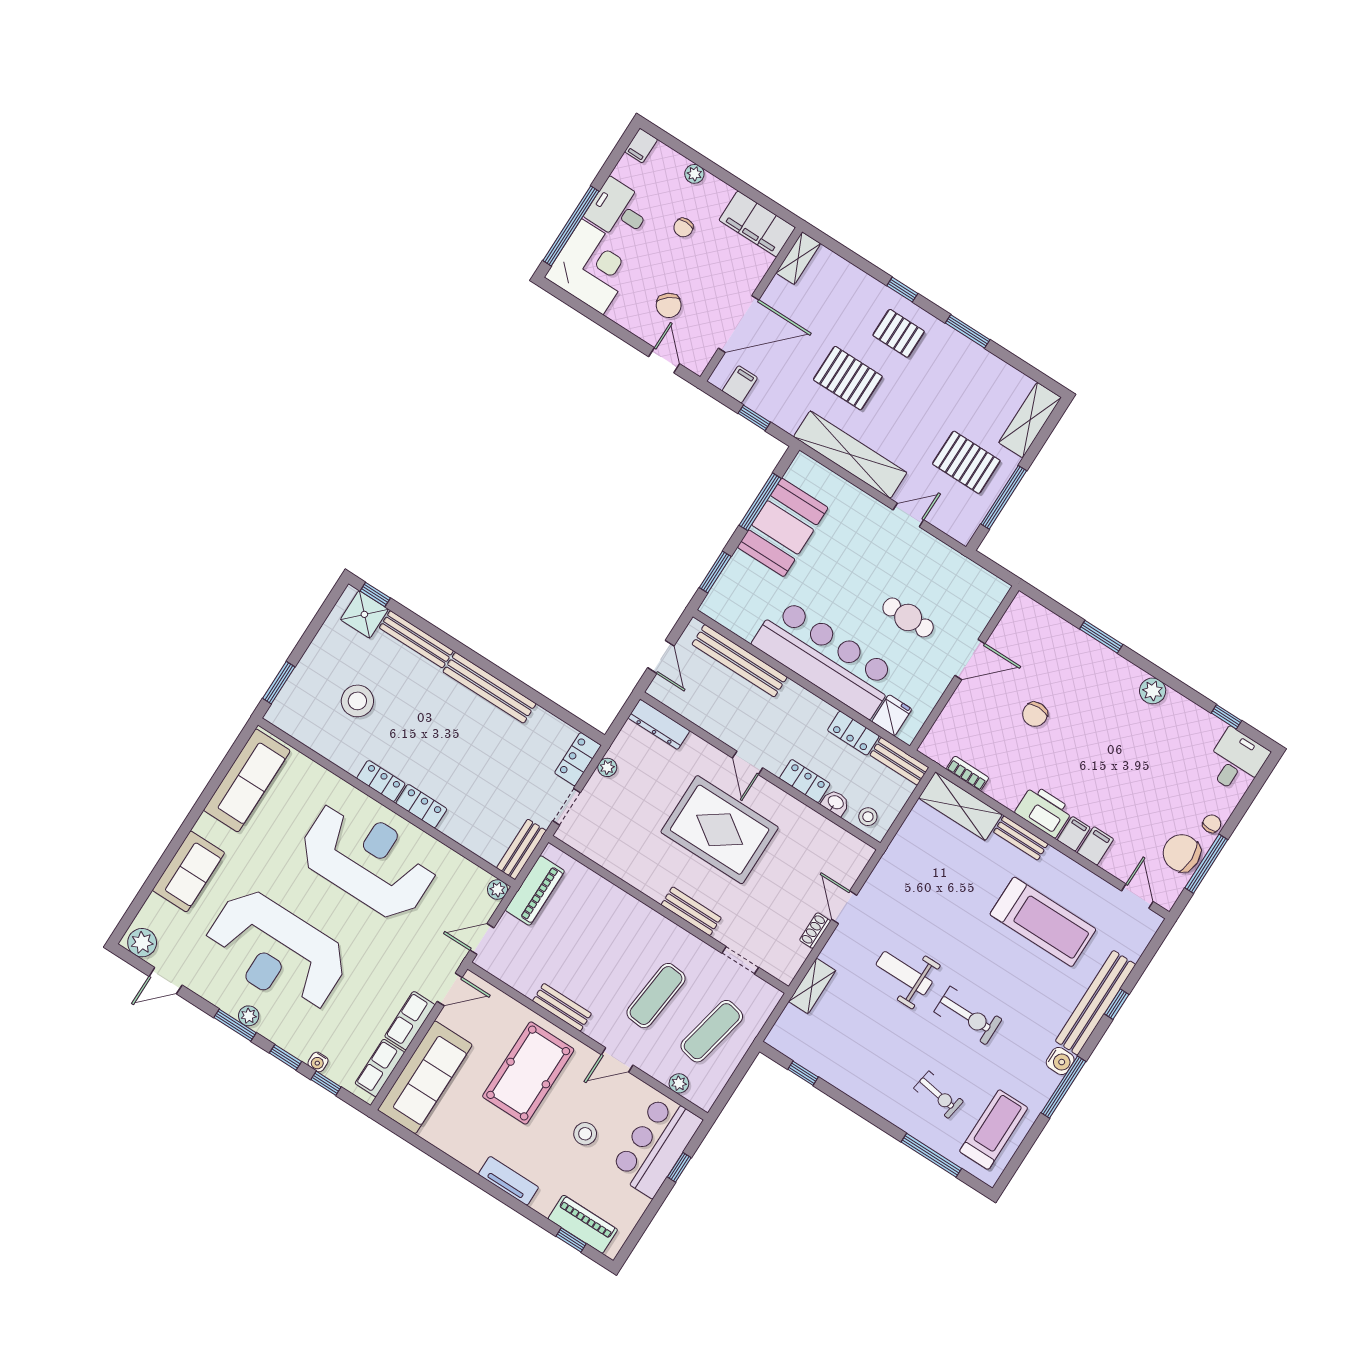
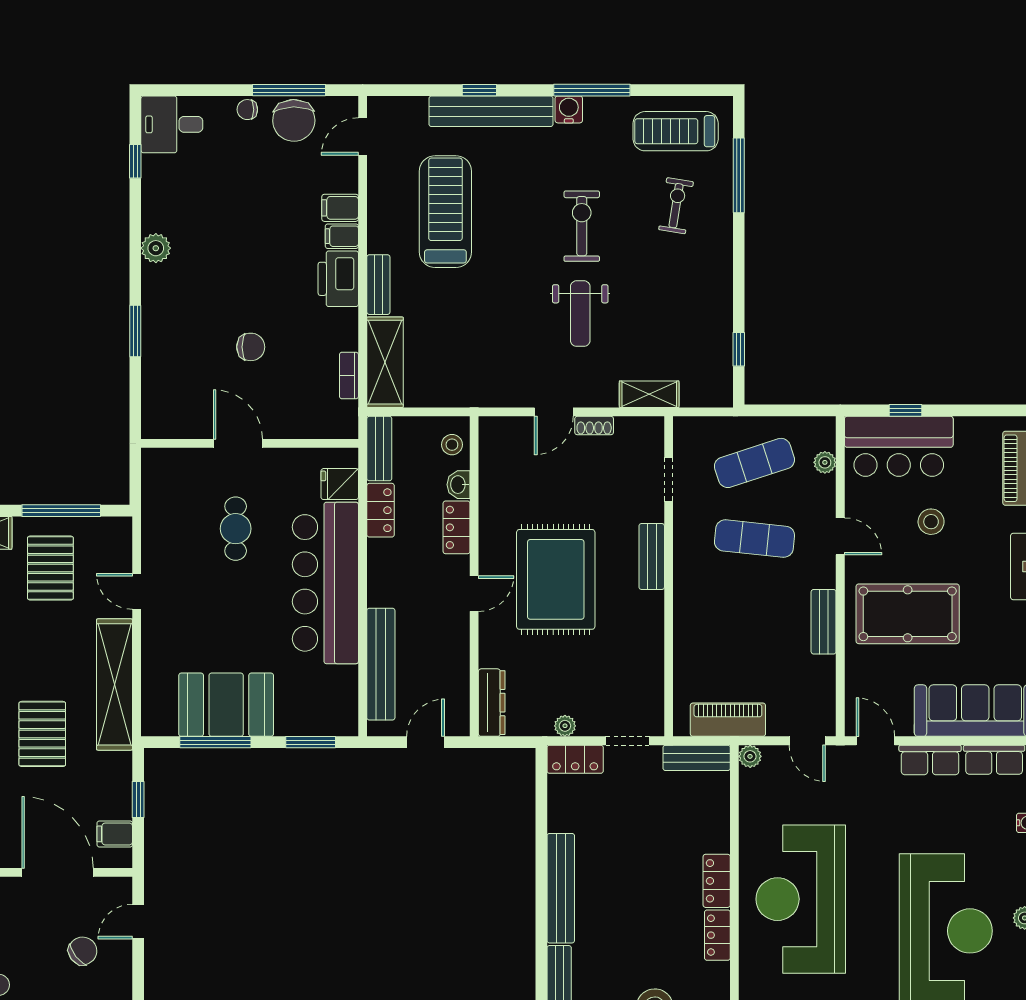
exercise mat: (712, 1031) -> (754, 463), turned -30

